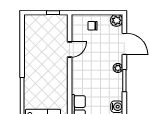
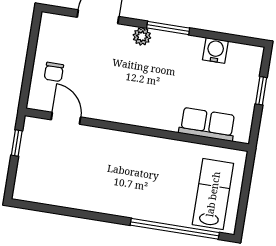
plant: (117, 20) -> (51, 24), removed
door: (70, 49) -> (66, 118), moved

